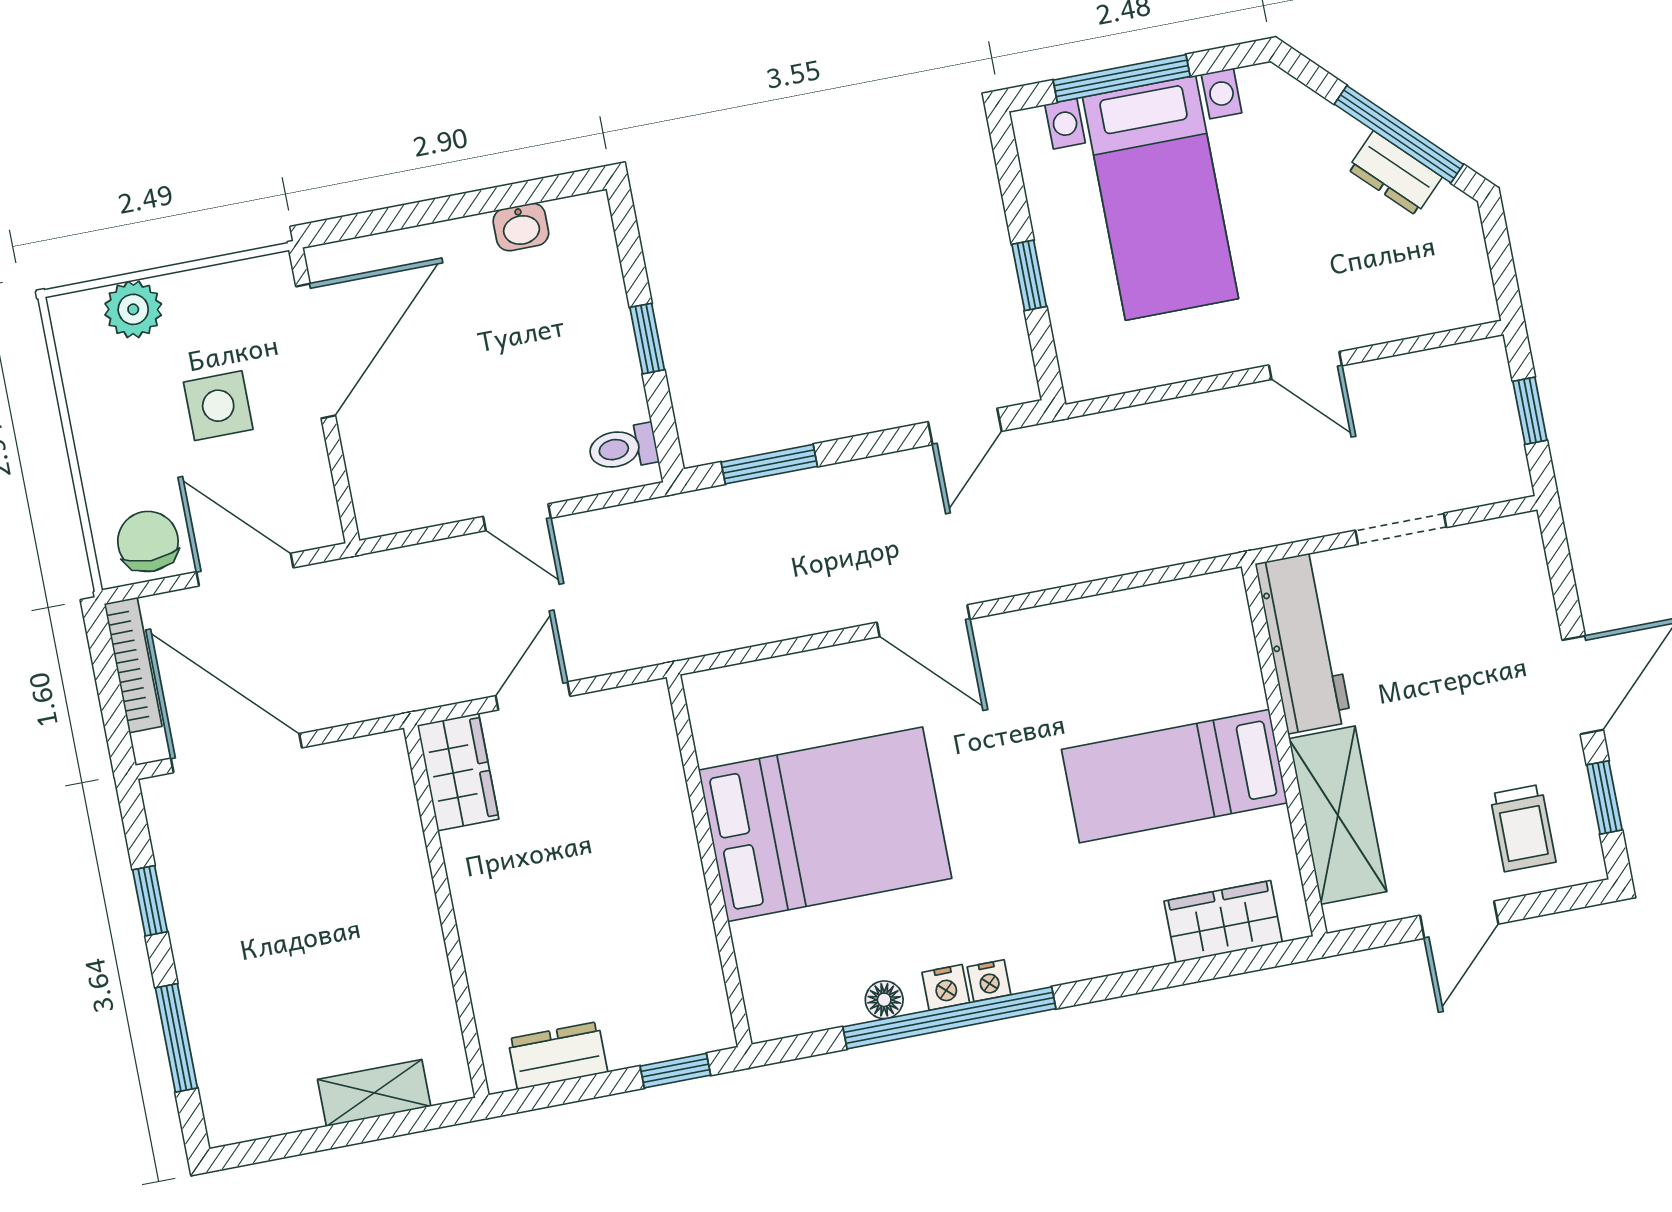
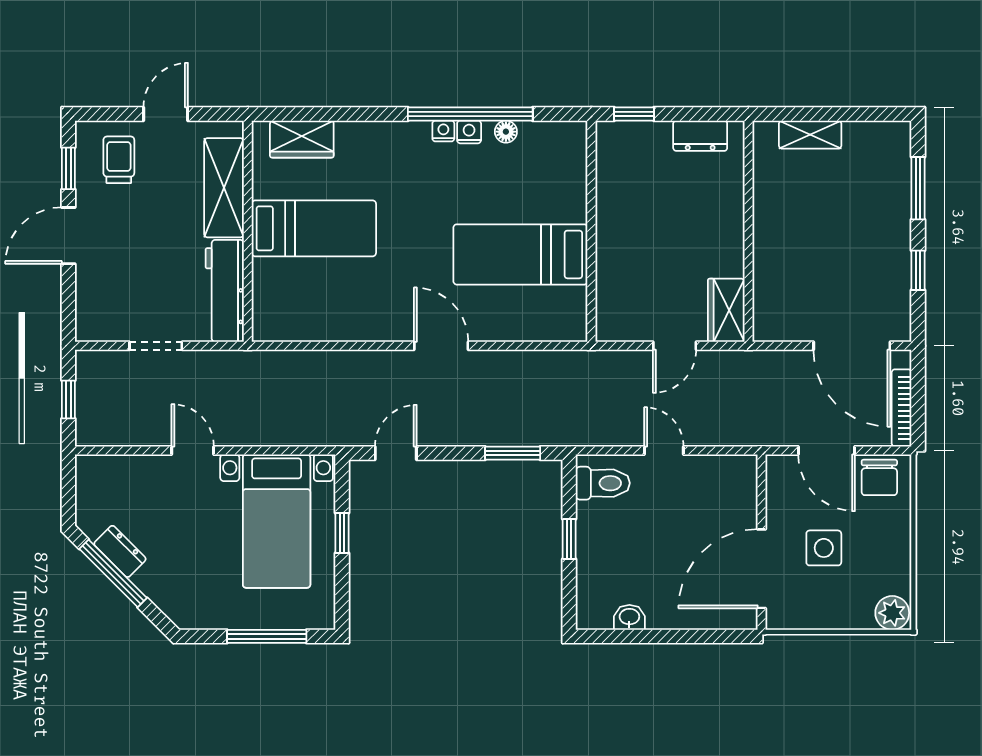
bed with nightstands: (1160, 198) -> (277, 521), moved, turned 180
plant: (133, 309) -> (892, 613), moved
toilet: (623, 448) -> (603, 483), width x1.37, depth x1.39
bed: (825, 824) -> (520, 254), width x0.67

